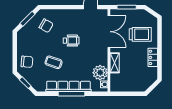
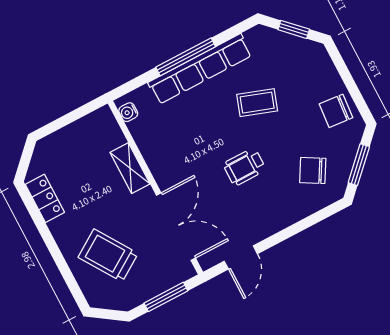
double door: (109, 32) -> (176, 227), swing flipped
trolley: (140, 34) -> (108, 255), turned 57
locker: (153, 57) -> (45, 198), moved
chair: (27, 62) -> (336, 111), moved
plant: (100, 73) -> (149, 132), removed

